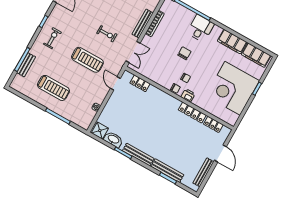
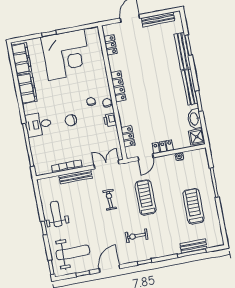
exercise bike: (52, 38) -> (137, 236), moved
printer: (188, 95) -> (110, 120), moved
locker: (113, 101) -> (163, 147), added
locker: (192, 112) -> (118, 86), moved

